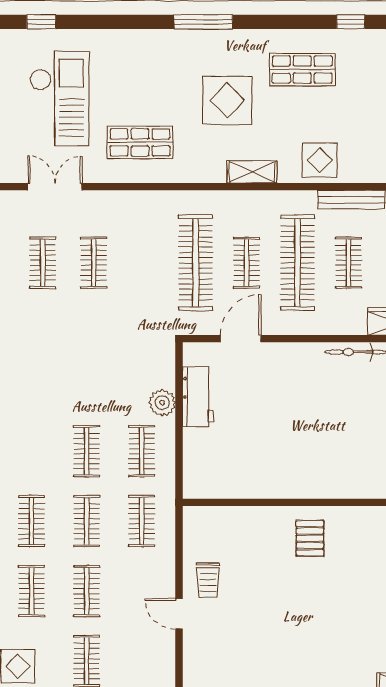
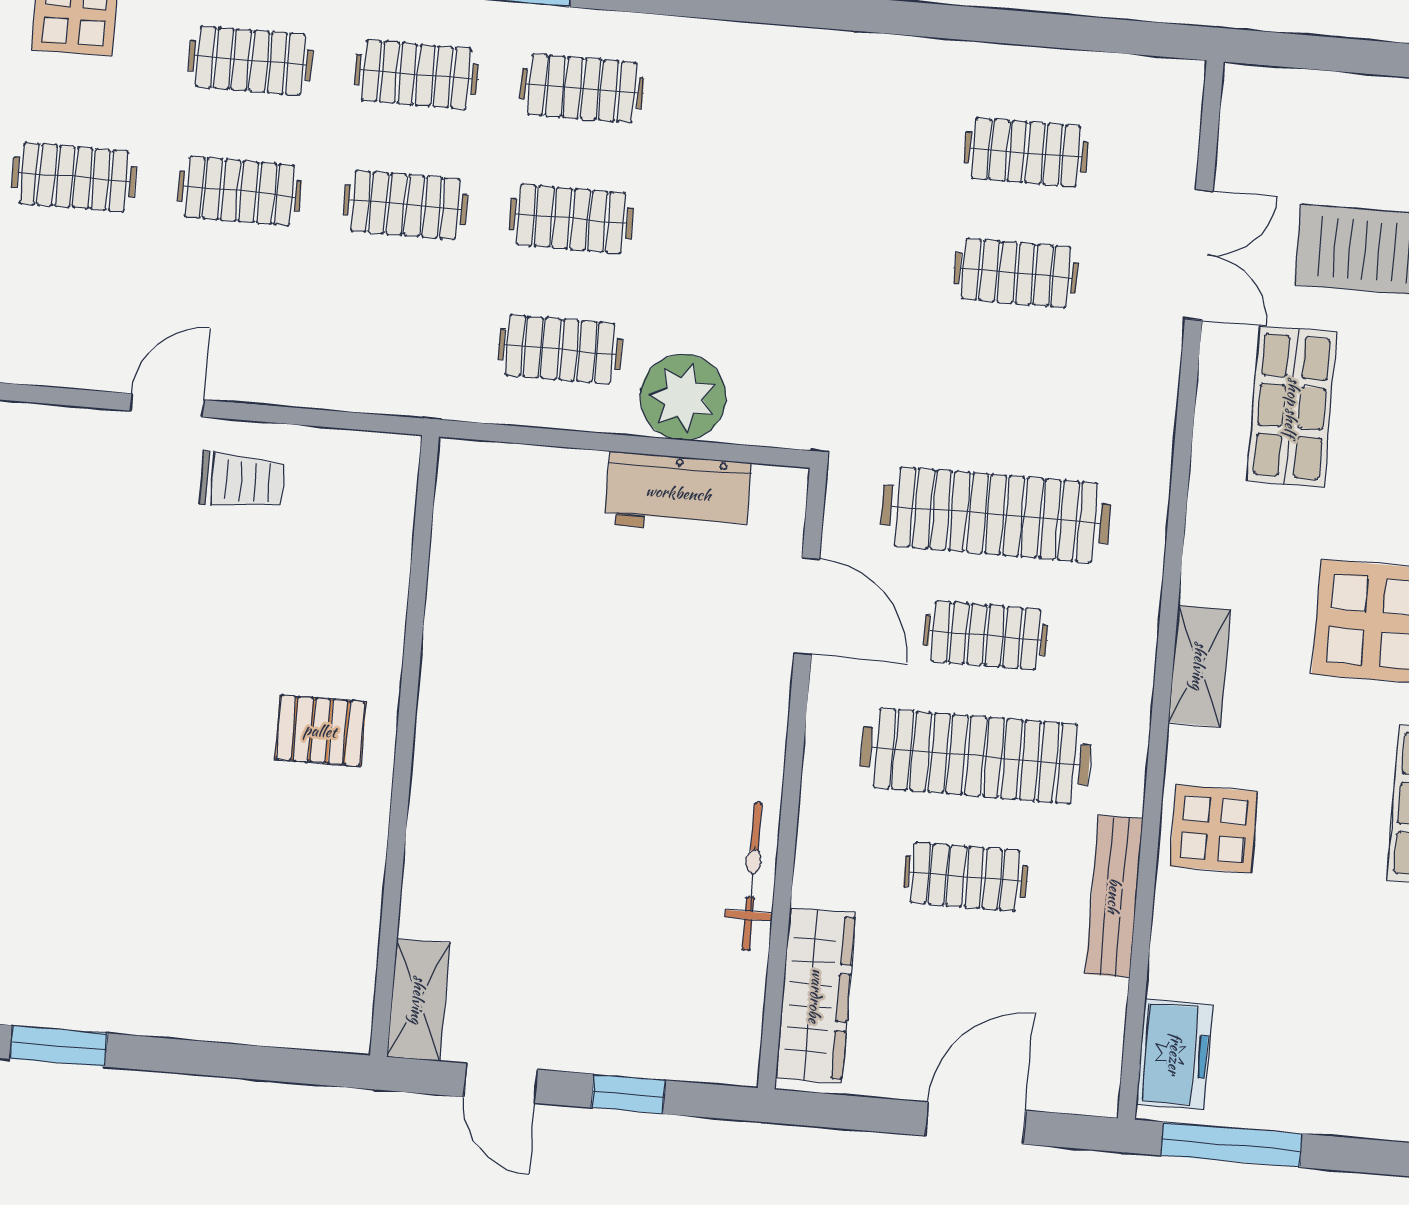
double door: (55, 187) -> (1199, 255), moved
plant: (162, 403) -> (683, 397), width x1.36, depth x1.36
clothes rail: (142, 521) -> (582, 88), moved
trolley: (208, 580) -> (242, 481), turned 180

